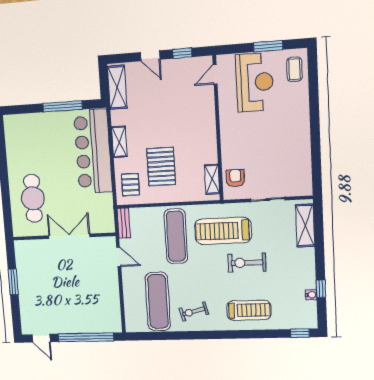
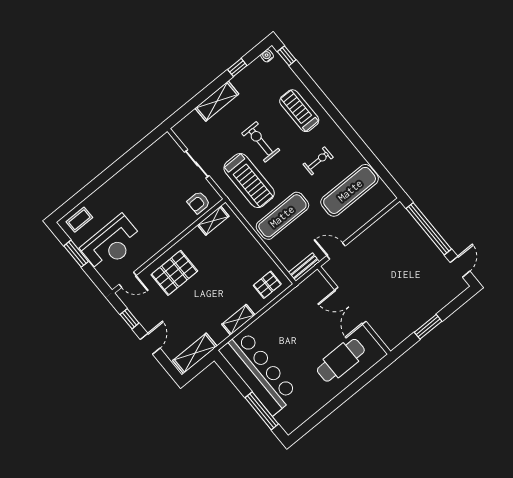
reception desk: (255, 82) -> (112, 244), turned 180
window: (63, 106) -> (262, 411), moved
bar counter: (93, 151) -> (259, 372), moved, turned -90
pallet: (161, 167) -> (174, 273), moved
shelving: (305, 225) -> (217, 101), moved
door: (119, 257) -> (336, 251), hinge flipped
exercise bike: (247, 263) -> (261, 142), turned 180
water cooler: (311, 295) -> (267, 56), moved
exercise bike: (194, 311) -> (318, 161), moved, turned -76

